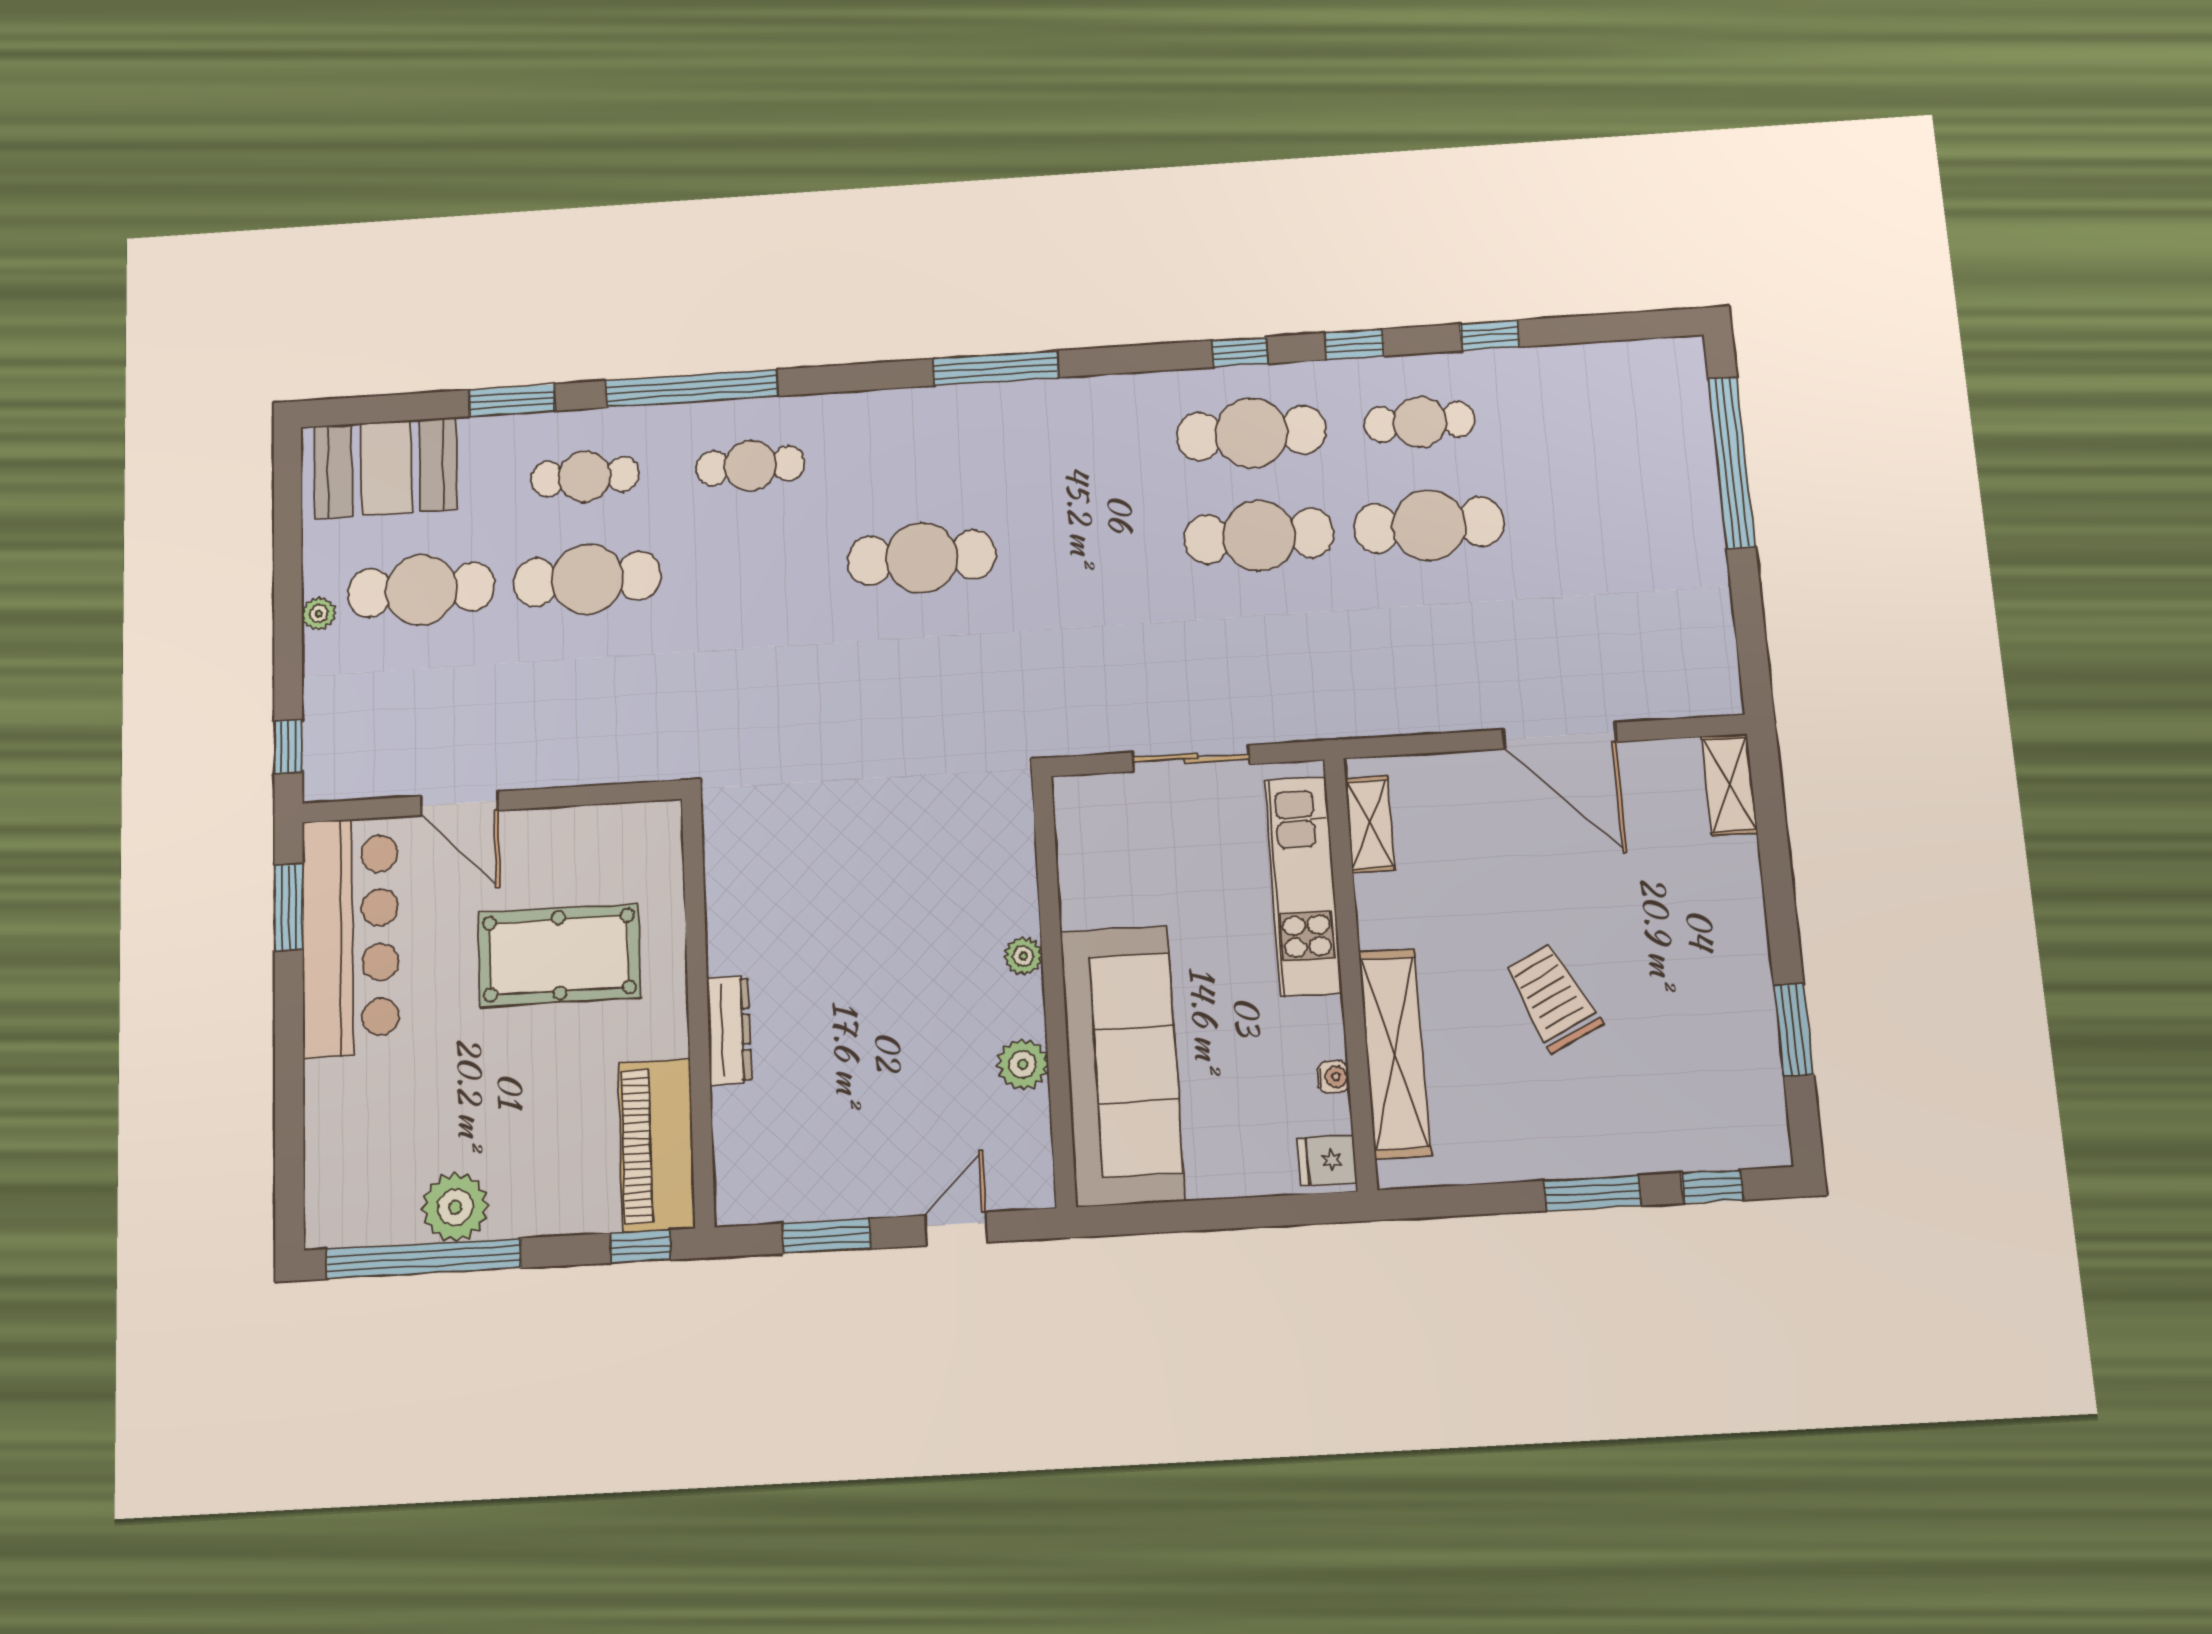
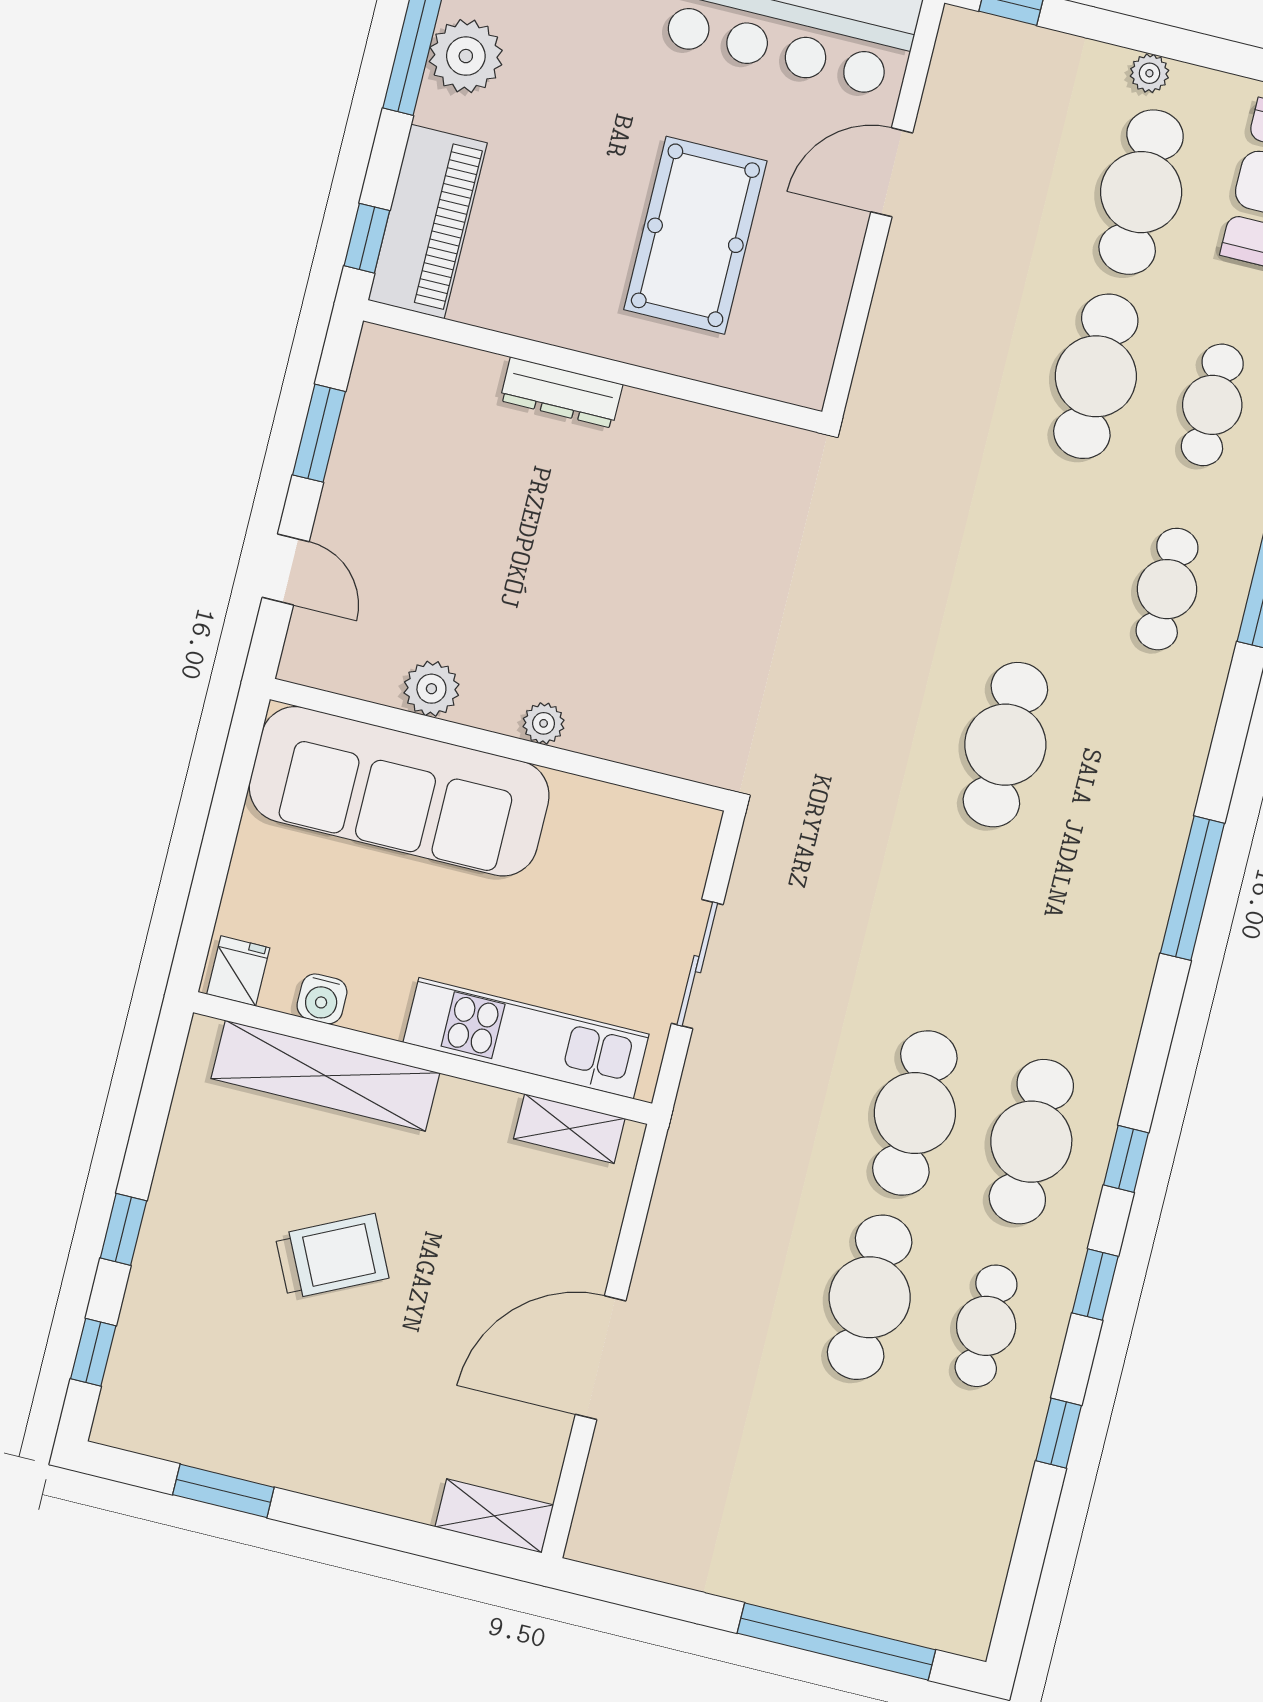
water cooler: (1333, 1077) -> (322, 999), width x1.38, depth x1.38
piano: (657, 1145) -> (428, 222), moved, turned 90
window: (1593, 1193) -> (123, 1229), width x0.67

